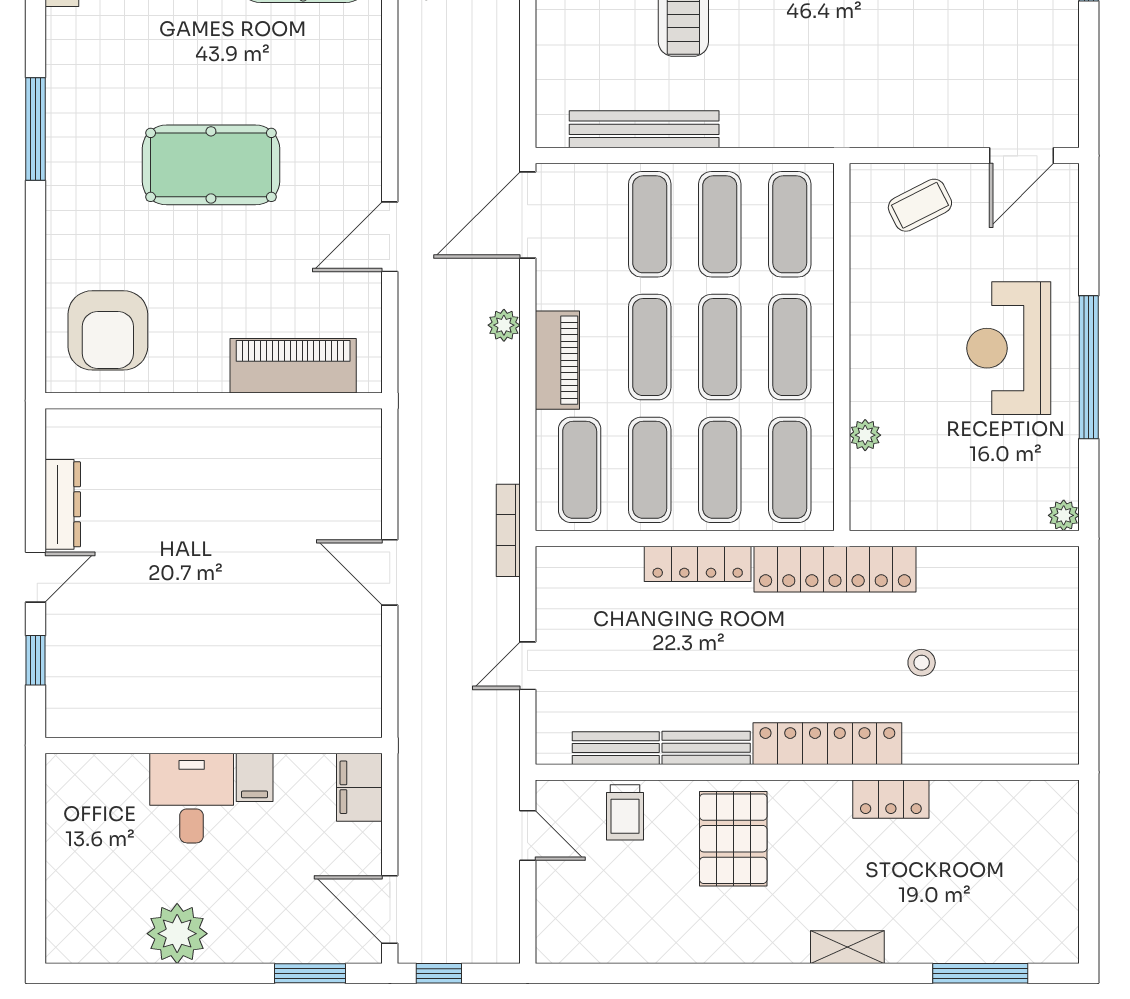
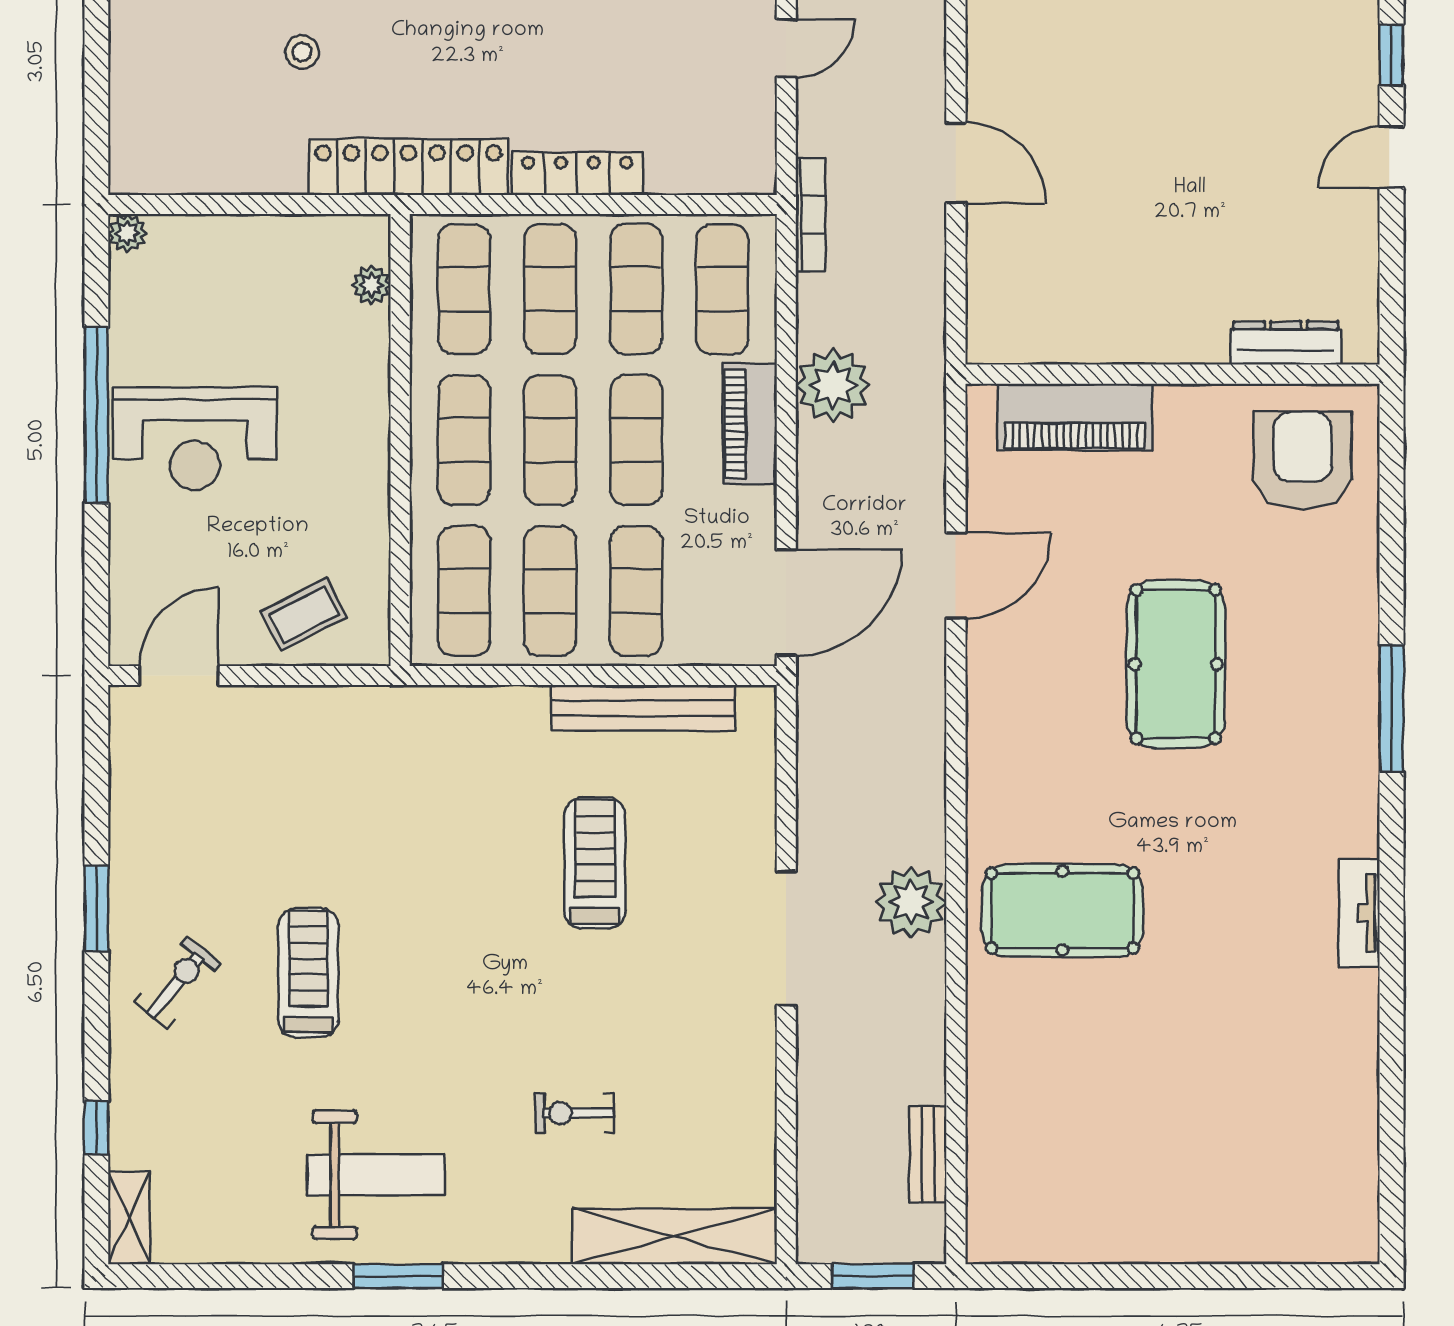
pool table: (211, 165) -> (1176, 664), turned 90
plant: (504, 325) -> (833, 385), moved, width x1.87, depth x1.87
reception desk: (1009, 348) -> (195, 439), turned 90
plant: (865, 435) -> (371, 285), moved
dresser: (63, 504) -> (1286, 343), moved, turned 90

